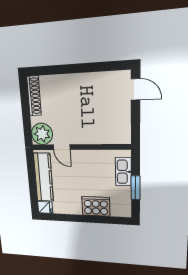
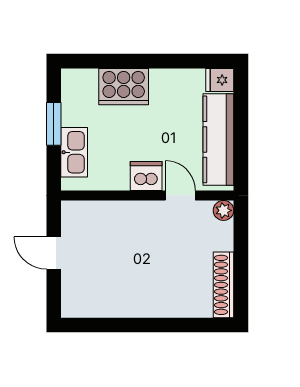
door: (136, 89) -> (54, 253), moved
plant: (42, 134) -> (224, 210), width x0.53, depth x0.53
dishwasher: (81, 158) -> (146, 176), added

